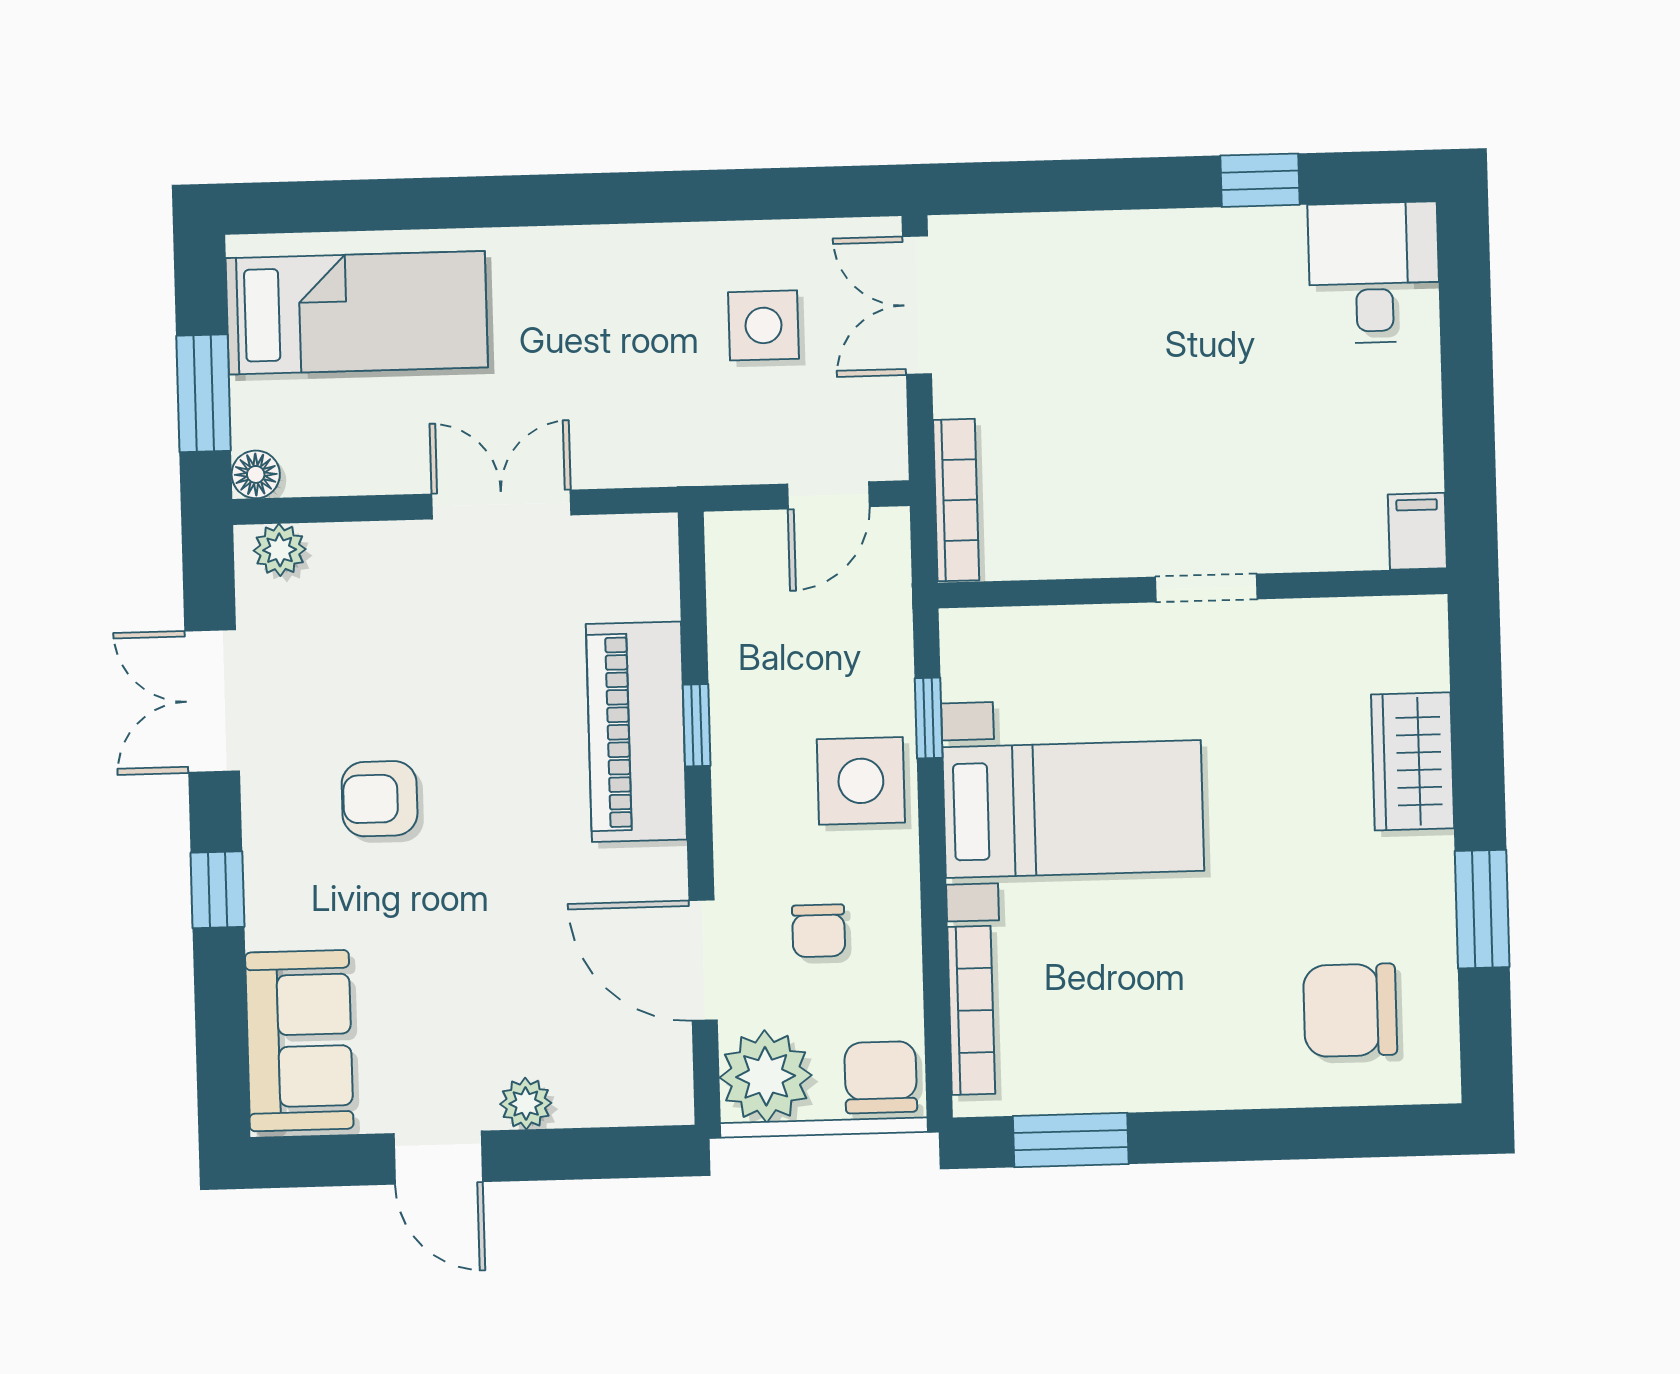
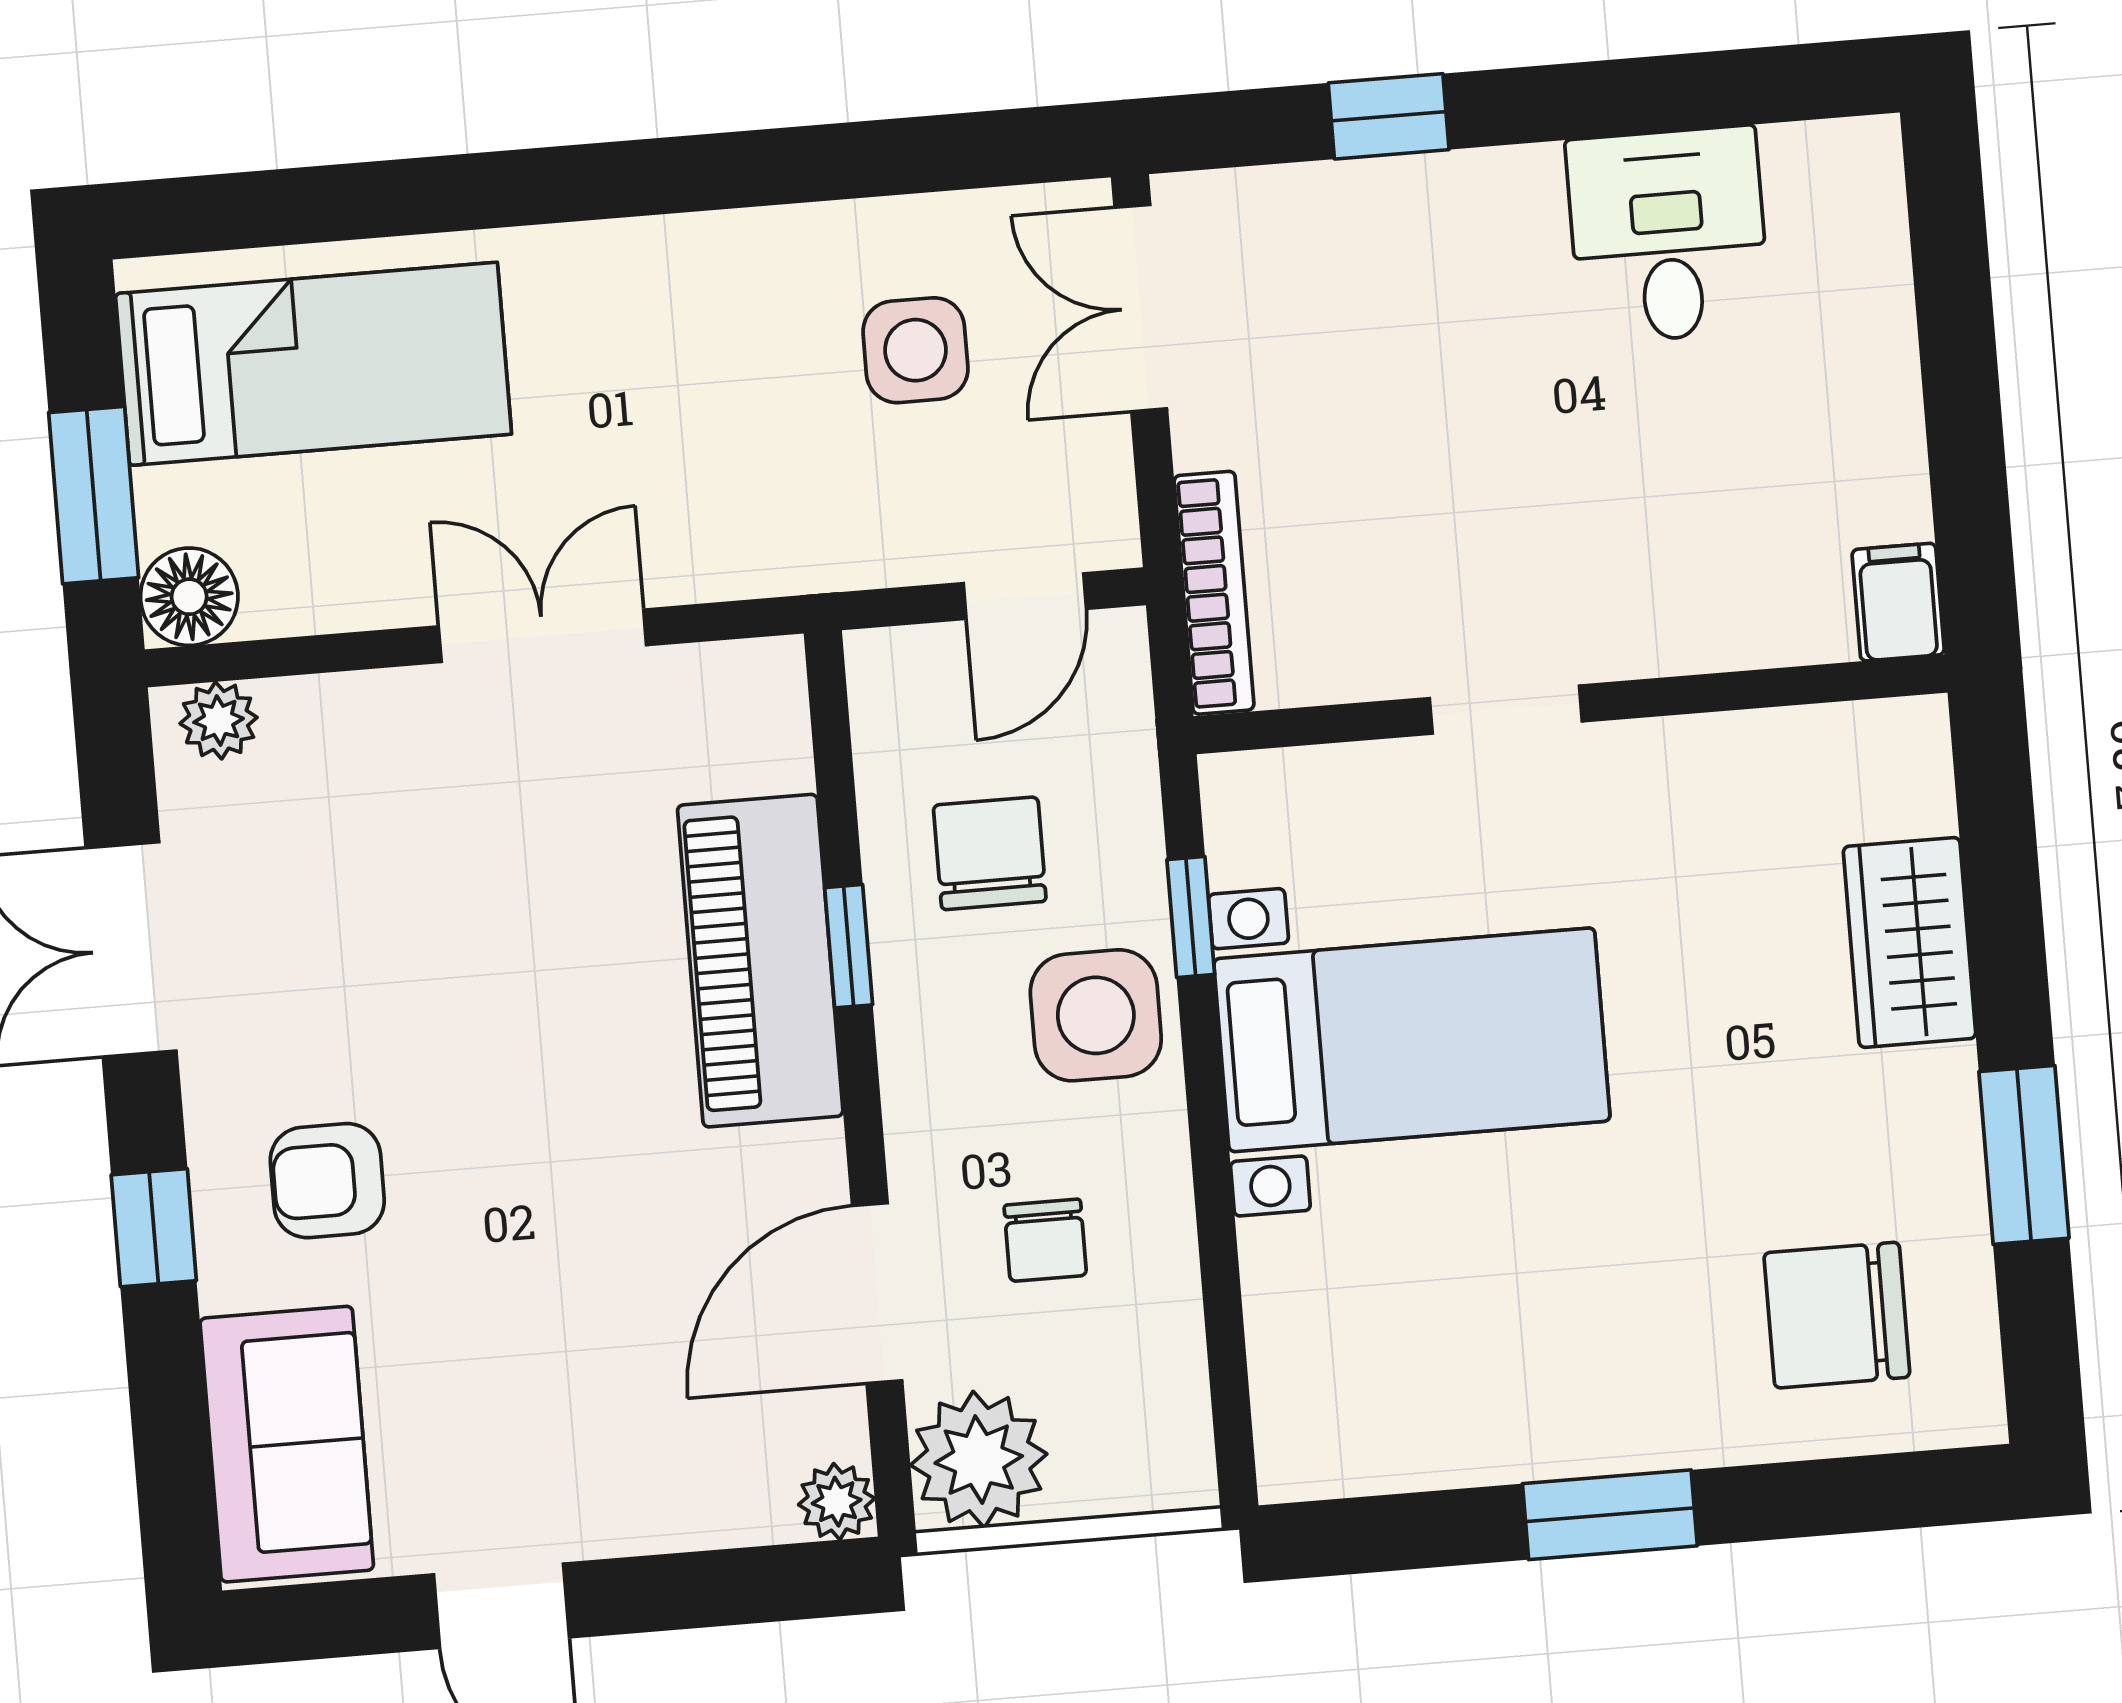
window: (1260, 180) -> (1389, 116), moved
desk: (1374, 273) -> (1668, 235), moved
floor lamp: (256, 474) -> (189, 597), width x1.37, depth x1.37
doorway: (1206, 588) -> (1506, 710), moved
armchair: (380, 799) -> (327, 1181), moved
door: (703, 960) -> (877, 1293), hinge flipped
bookcase: (971, 1010) -> (1277, 1346), removed
chair: (881, 1077) -> (990, 853), moved
plant: (526, 1104) -> (837, 1502), moved
window: (1071, 1140) -> (1610, 1515), moved

